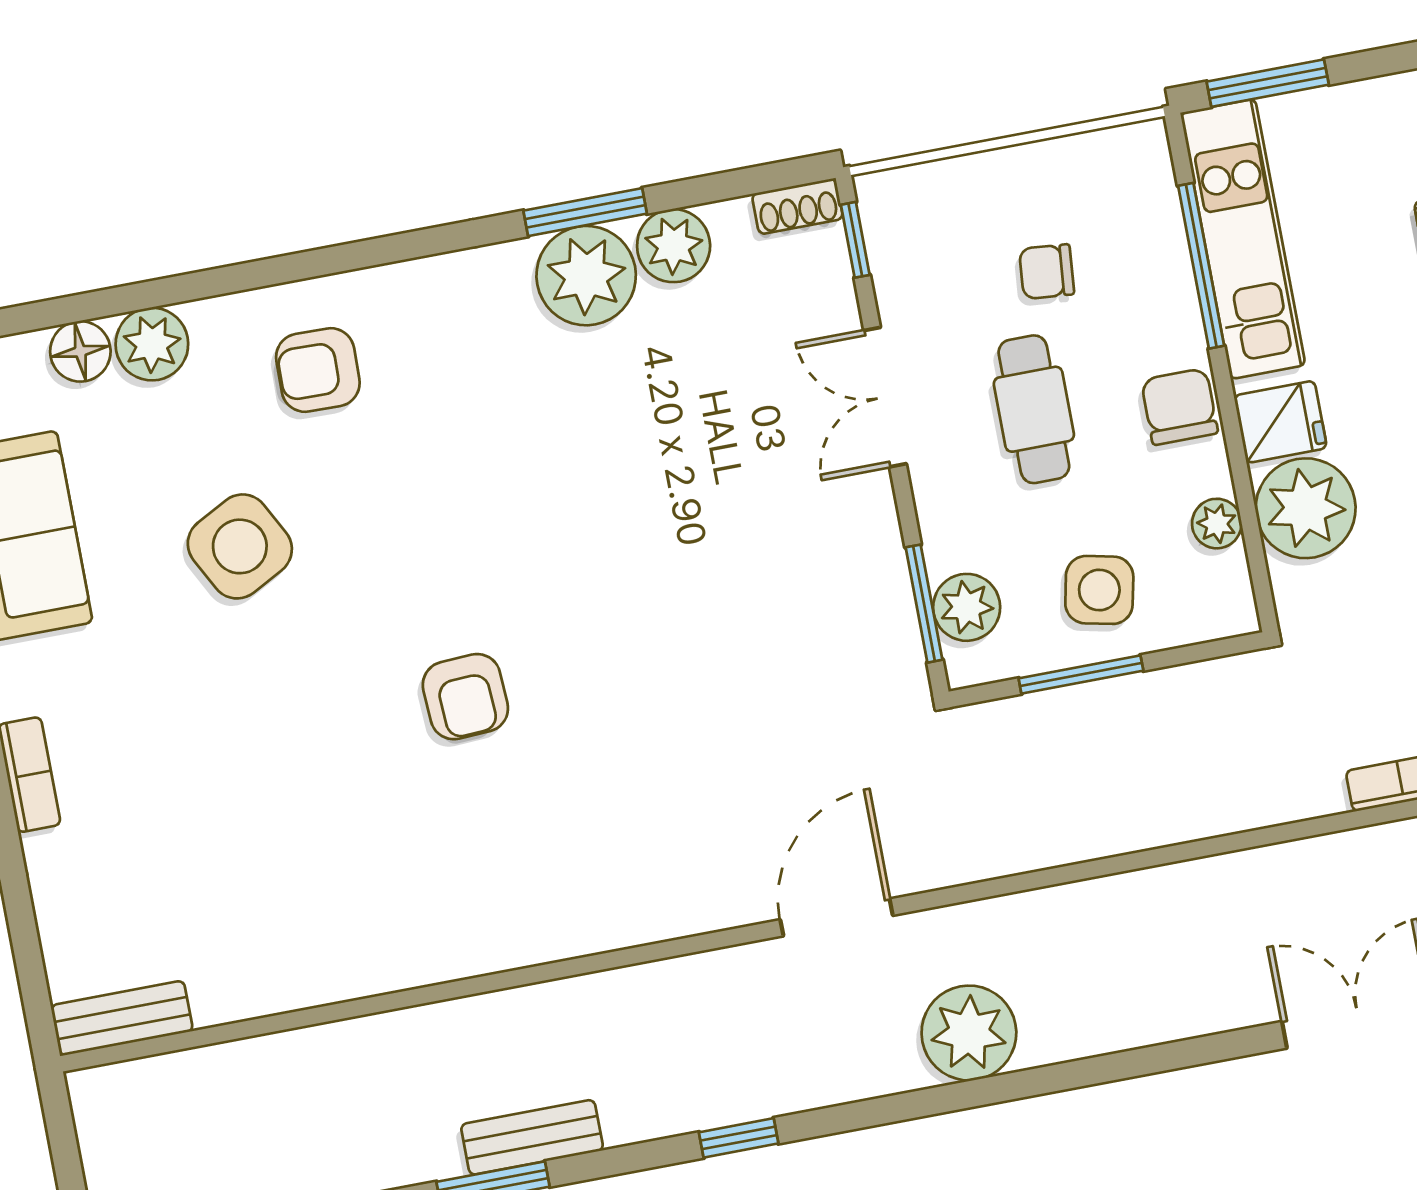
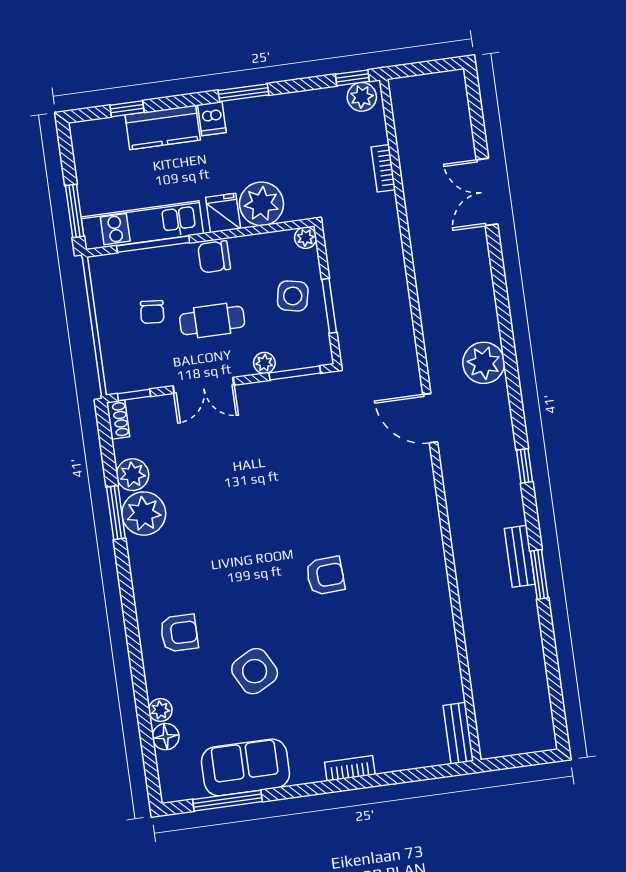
plant: (152, 344) -> (160, 710), width x0.73, depth x0.73
armchair: (318, 370) -> (179, 633), turned -91
plant: (1217, 524) -> (306, 238), moved
plant: (967, 607) -> (264, 363), moved, width x0.73, depth x0.73

